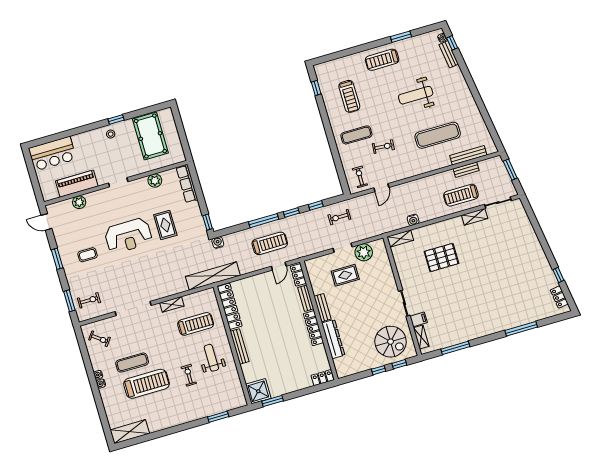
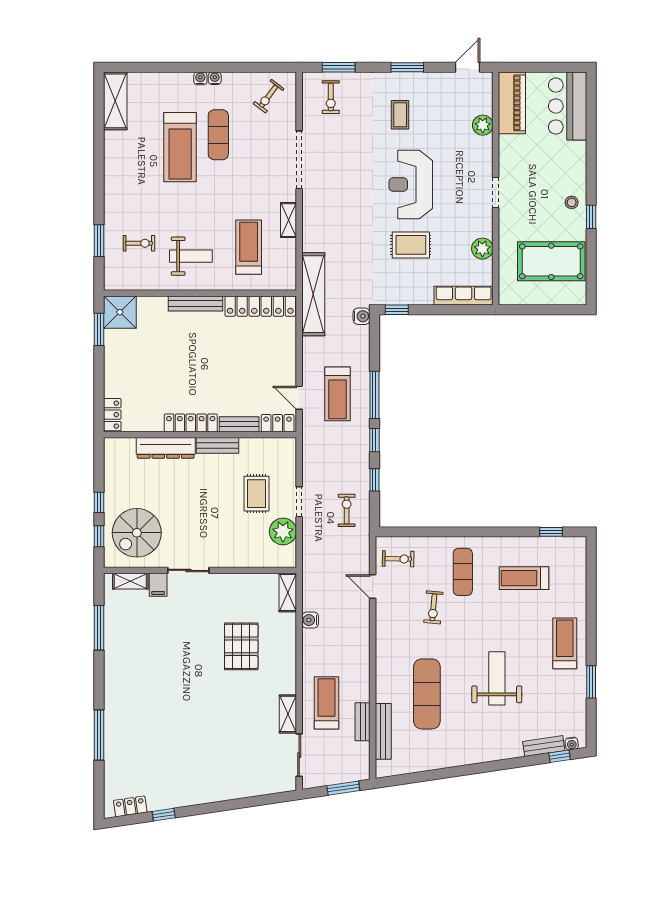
piano: (77, 184) -> (512, 103), moved
treadmill: (196, 324) -> (249, 247), turned 180
exercise bike: (189, 375) -> (139, 243), moved

